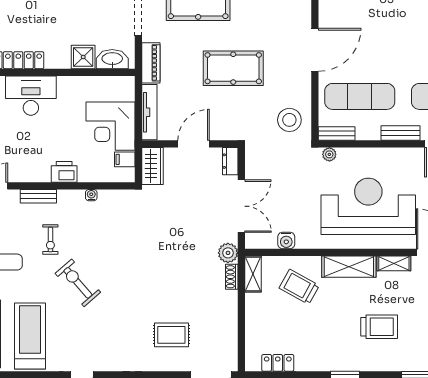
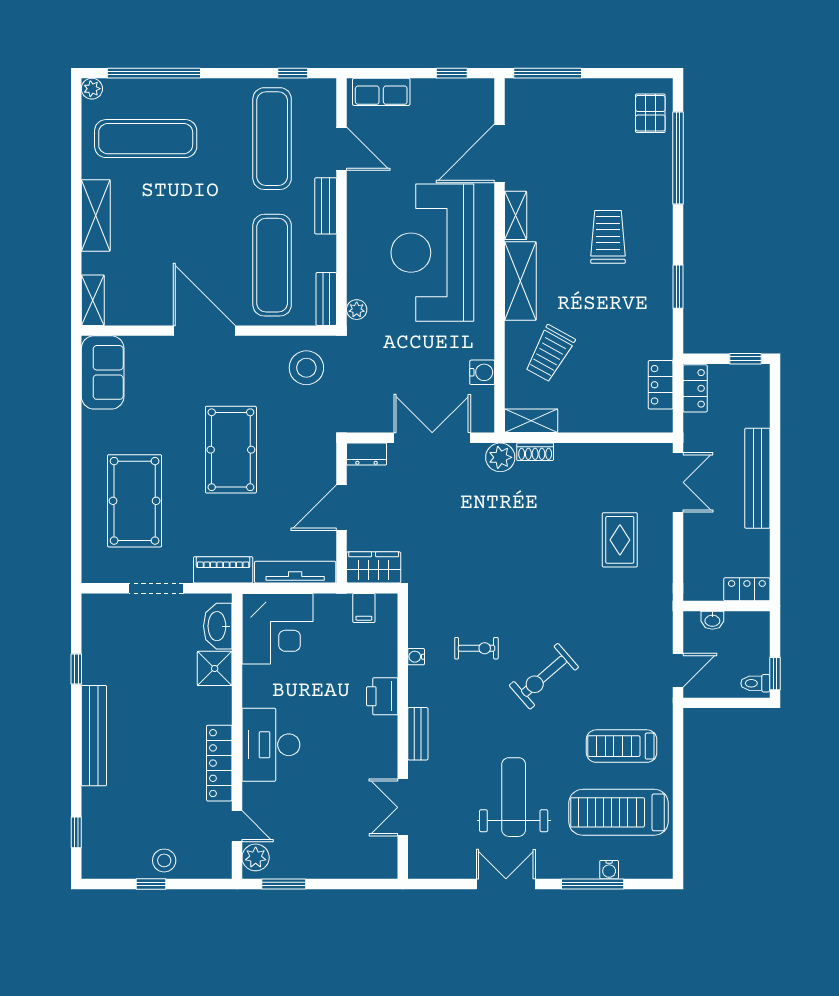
corner desk: (110, 126) -> (277, 629), moved
door: (194, 144) -> (341, 508), hinge flipped
exercise bike: (50, 240) -> (476, 648), moved
treadmill: (30, 336) -> (622, 746), width x0.73, depth x0.73

